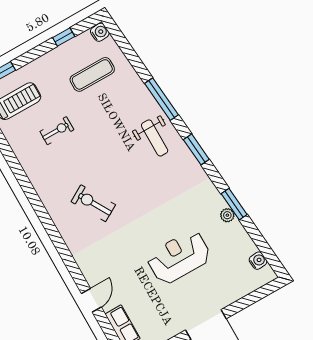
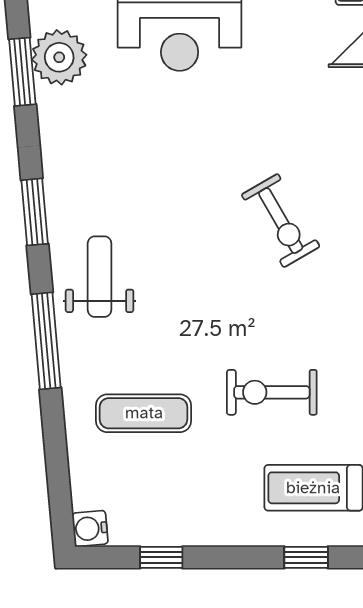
exercise mat: (92, 74) -> (144, 413), moved
exercise bike: (57, 131) -> (272, 392), width x1.38, depth x1.39
plant: (227, 215) -> (59, 57), width x1.88, depth x1.88

